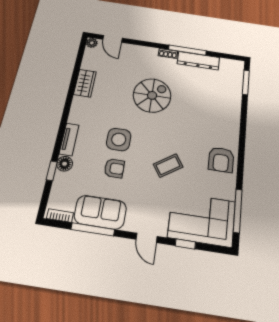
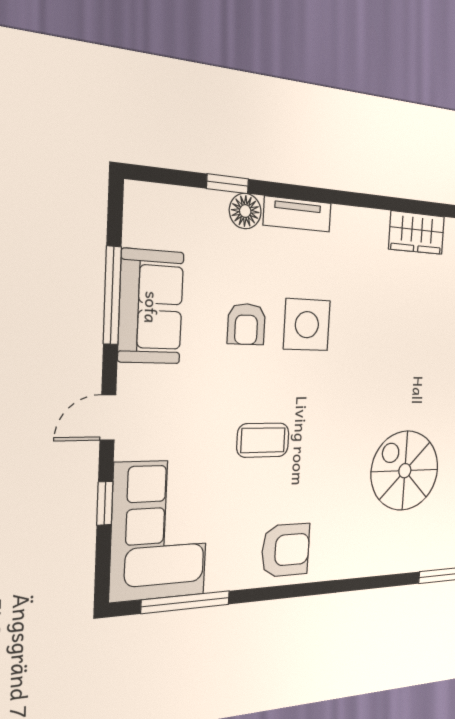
spiral stairs: (152, 95) -> (405, 471), moved, turned 180
armchair: (221, 160) -> (286, 550), turned 180
coffee table: (168, 166) -> (263, 440), turned -56
bookcase: (60, 216) -> (134, 216), removed

